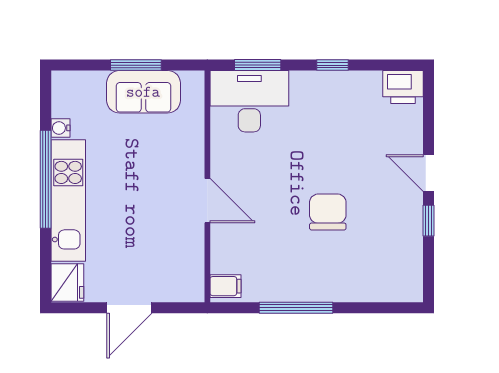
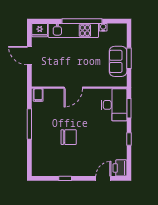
door: (428, 173) -> (103, 178), moved

